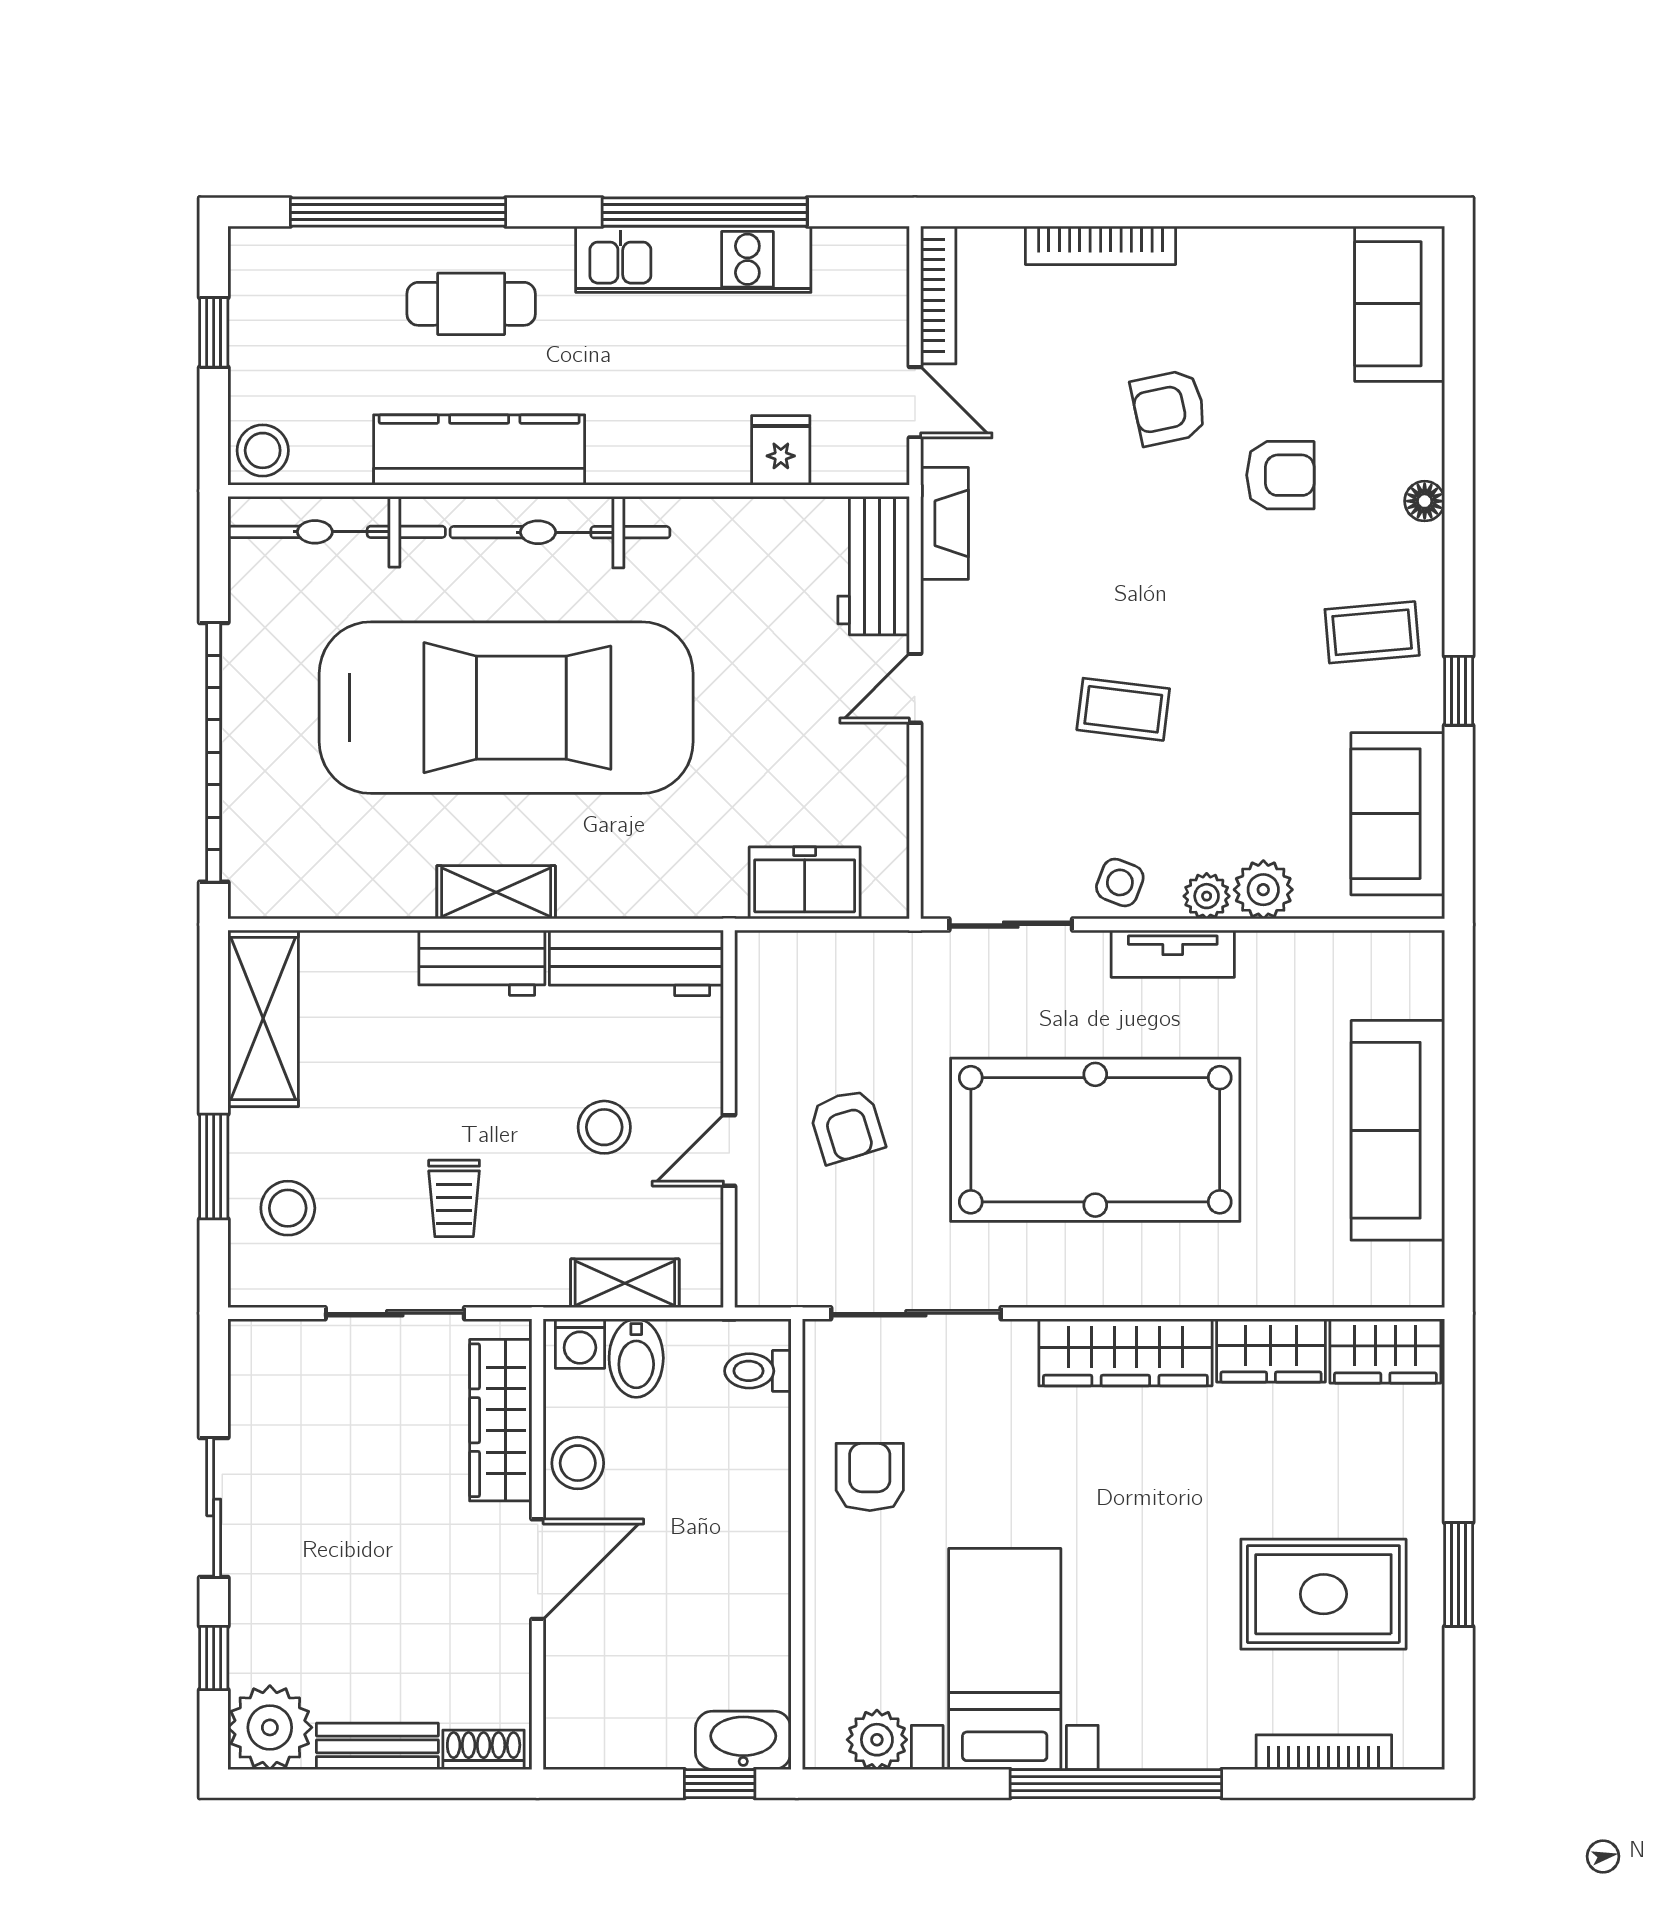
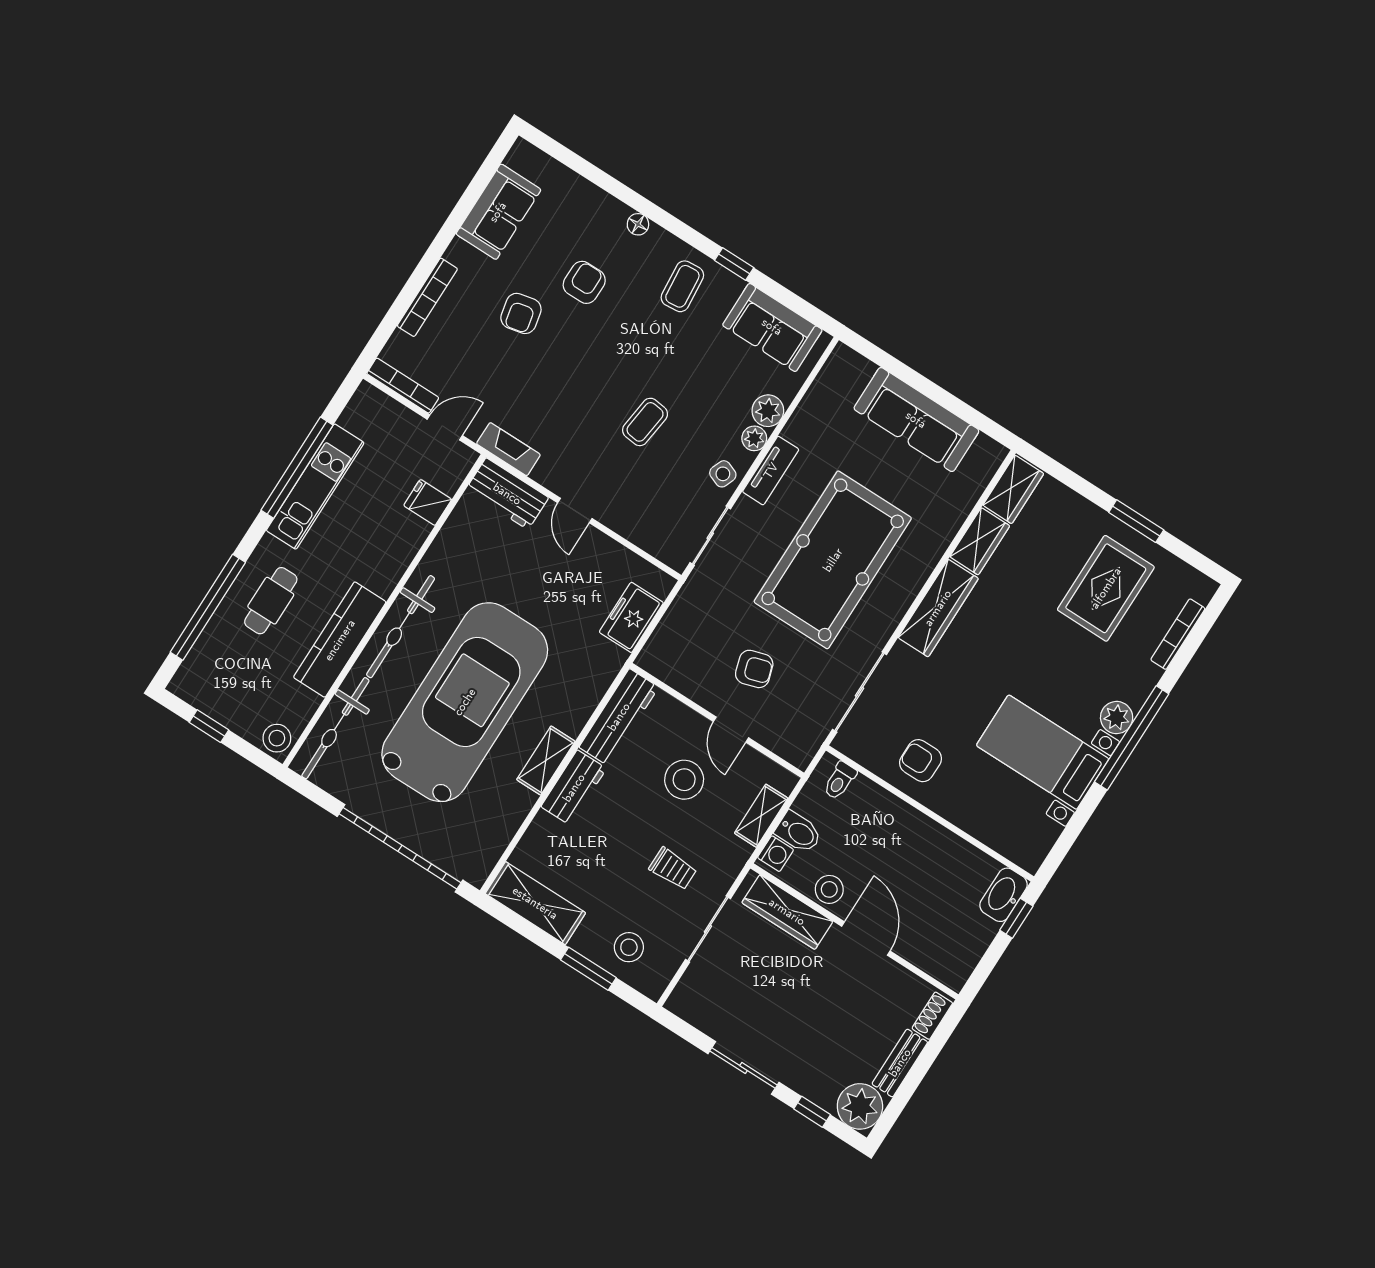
sofa: (1400, 304) -> (498, 212), moved, turned -90
stool: (604, 1127) -> (684, 780), width x1.38, depth x1.38
plant: (877, 1740) -> (1117, 718), moved

